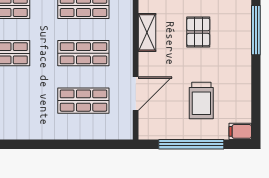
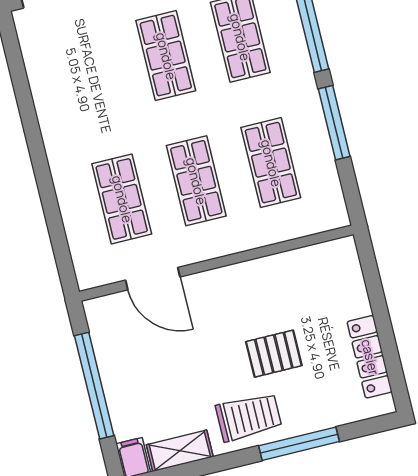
shelving: (147, 32) -> (180, 451), moved
trolley: (201, 101) -> (249, 417), moved, turned 180

